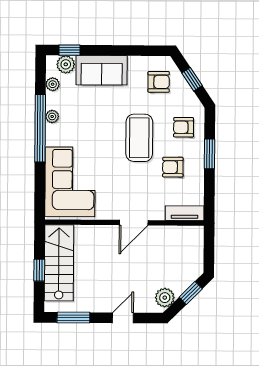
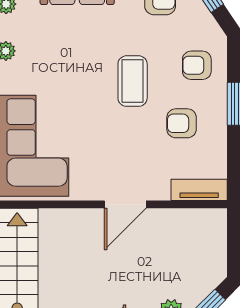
coffee table: (139, 138) -> (133, 81), width x0.73, depth x0.76

